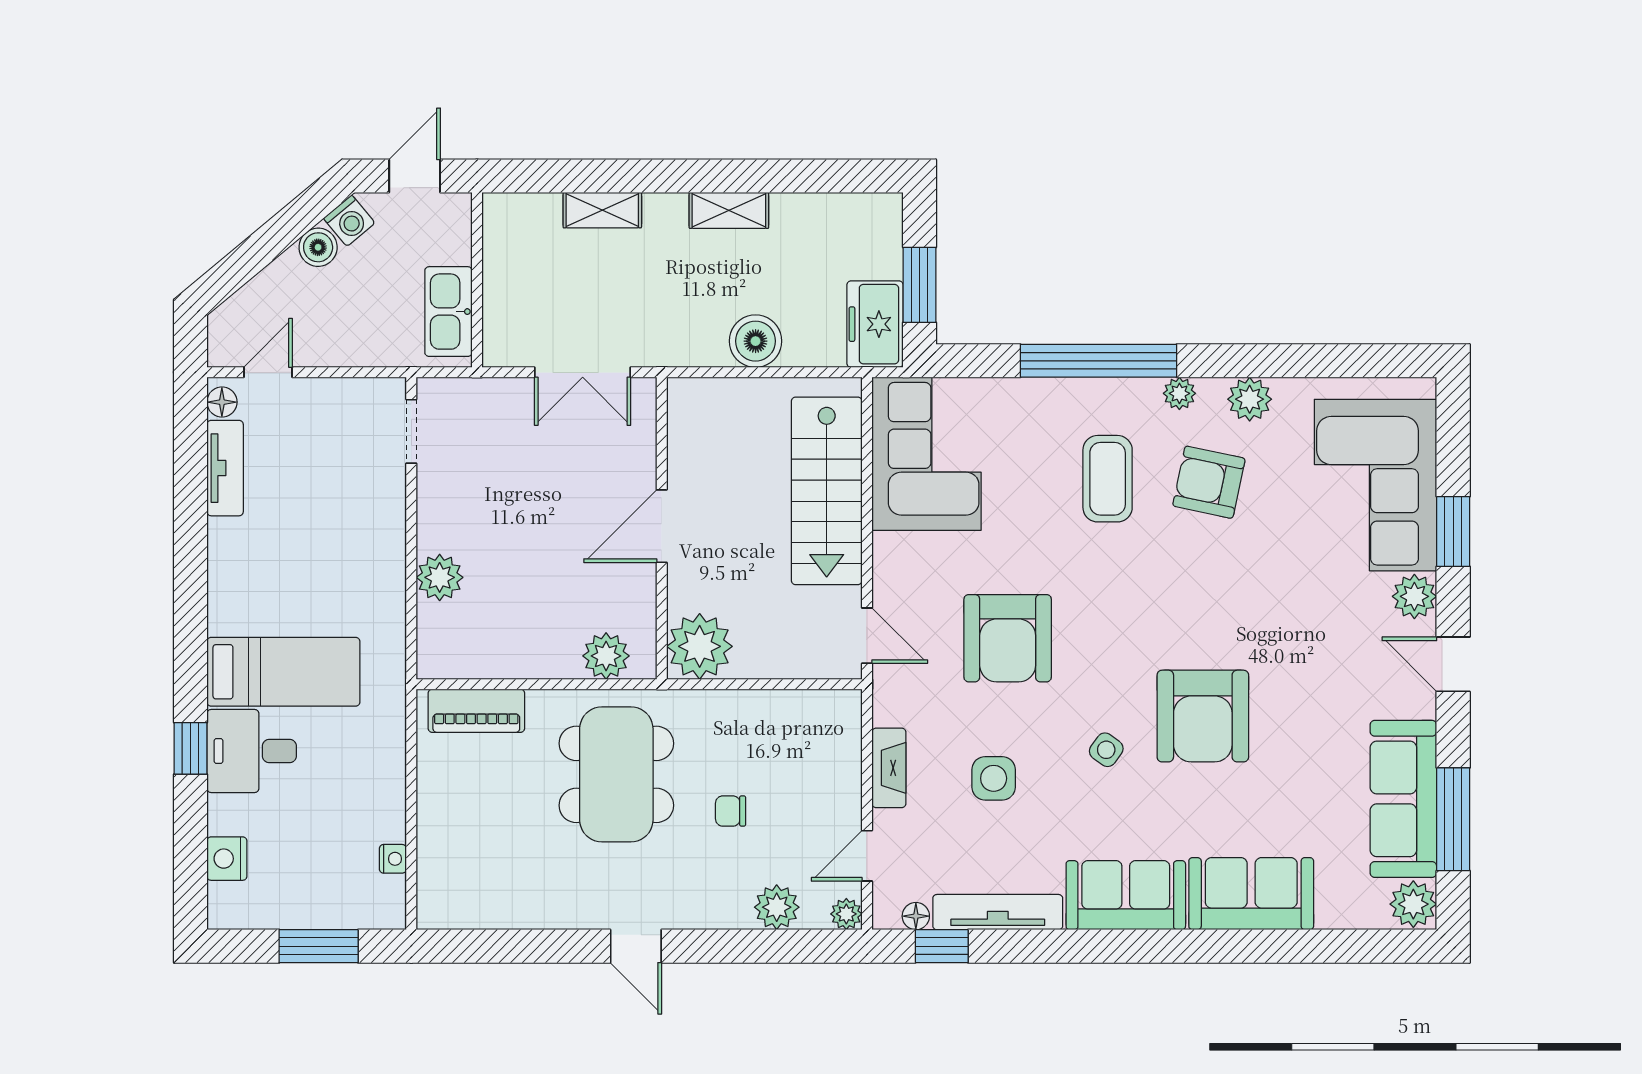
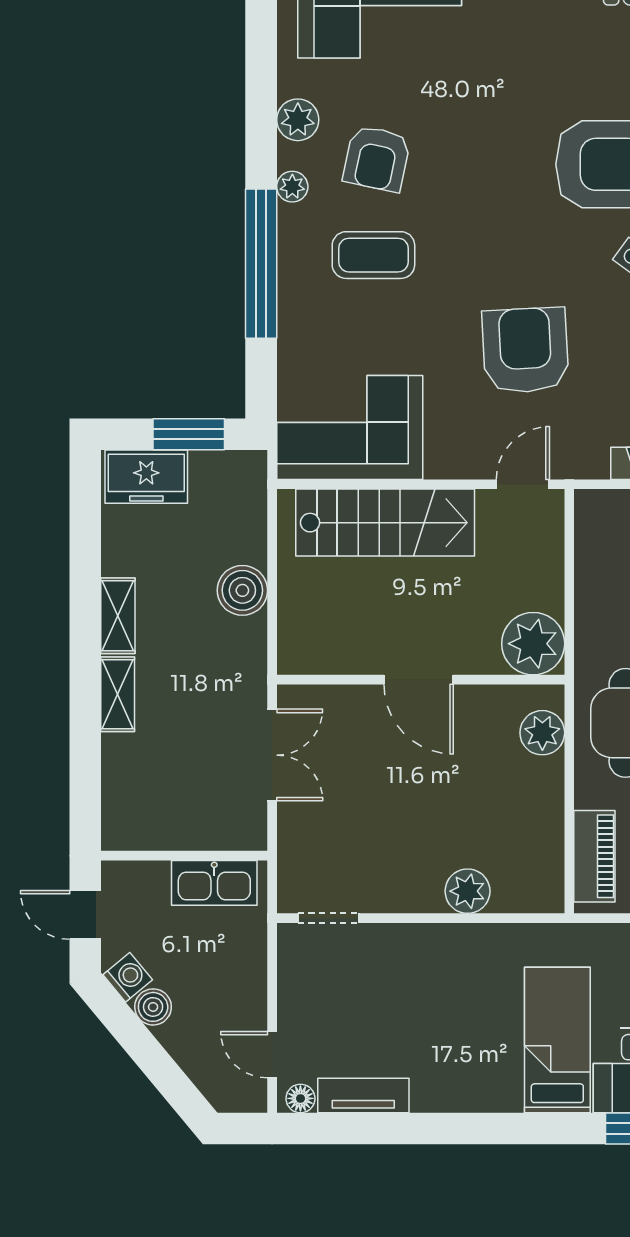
shelving: (602, 210) -> (118, 694), moved
freezer: (875, 324) -> (146, 477), moved
armchair: (1008, 638) -> (525, 350), turned -93

